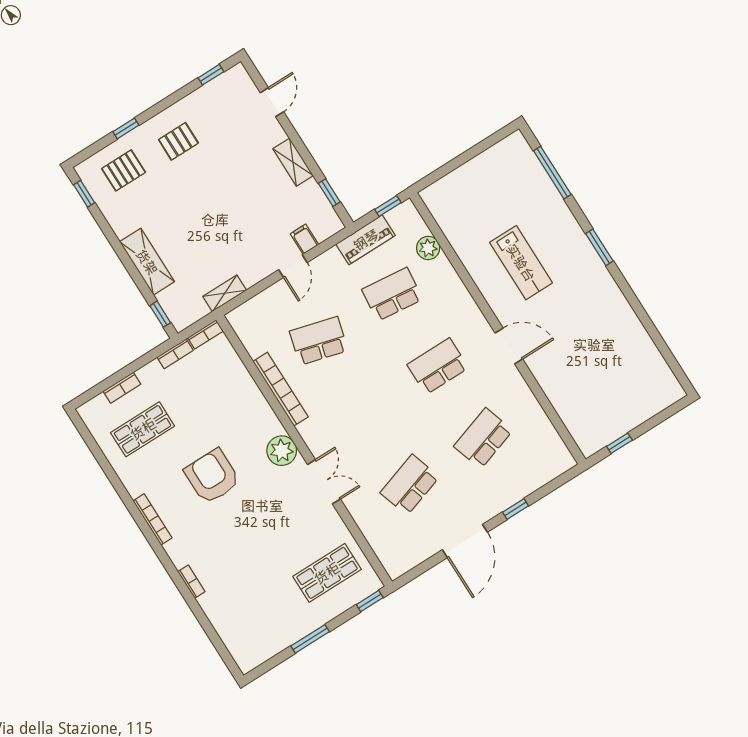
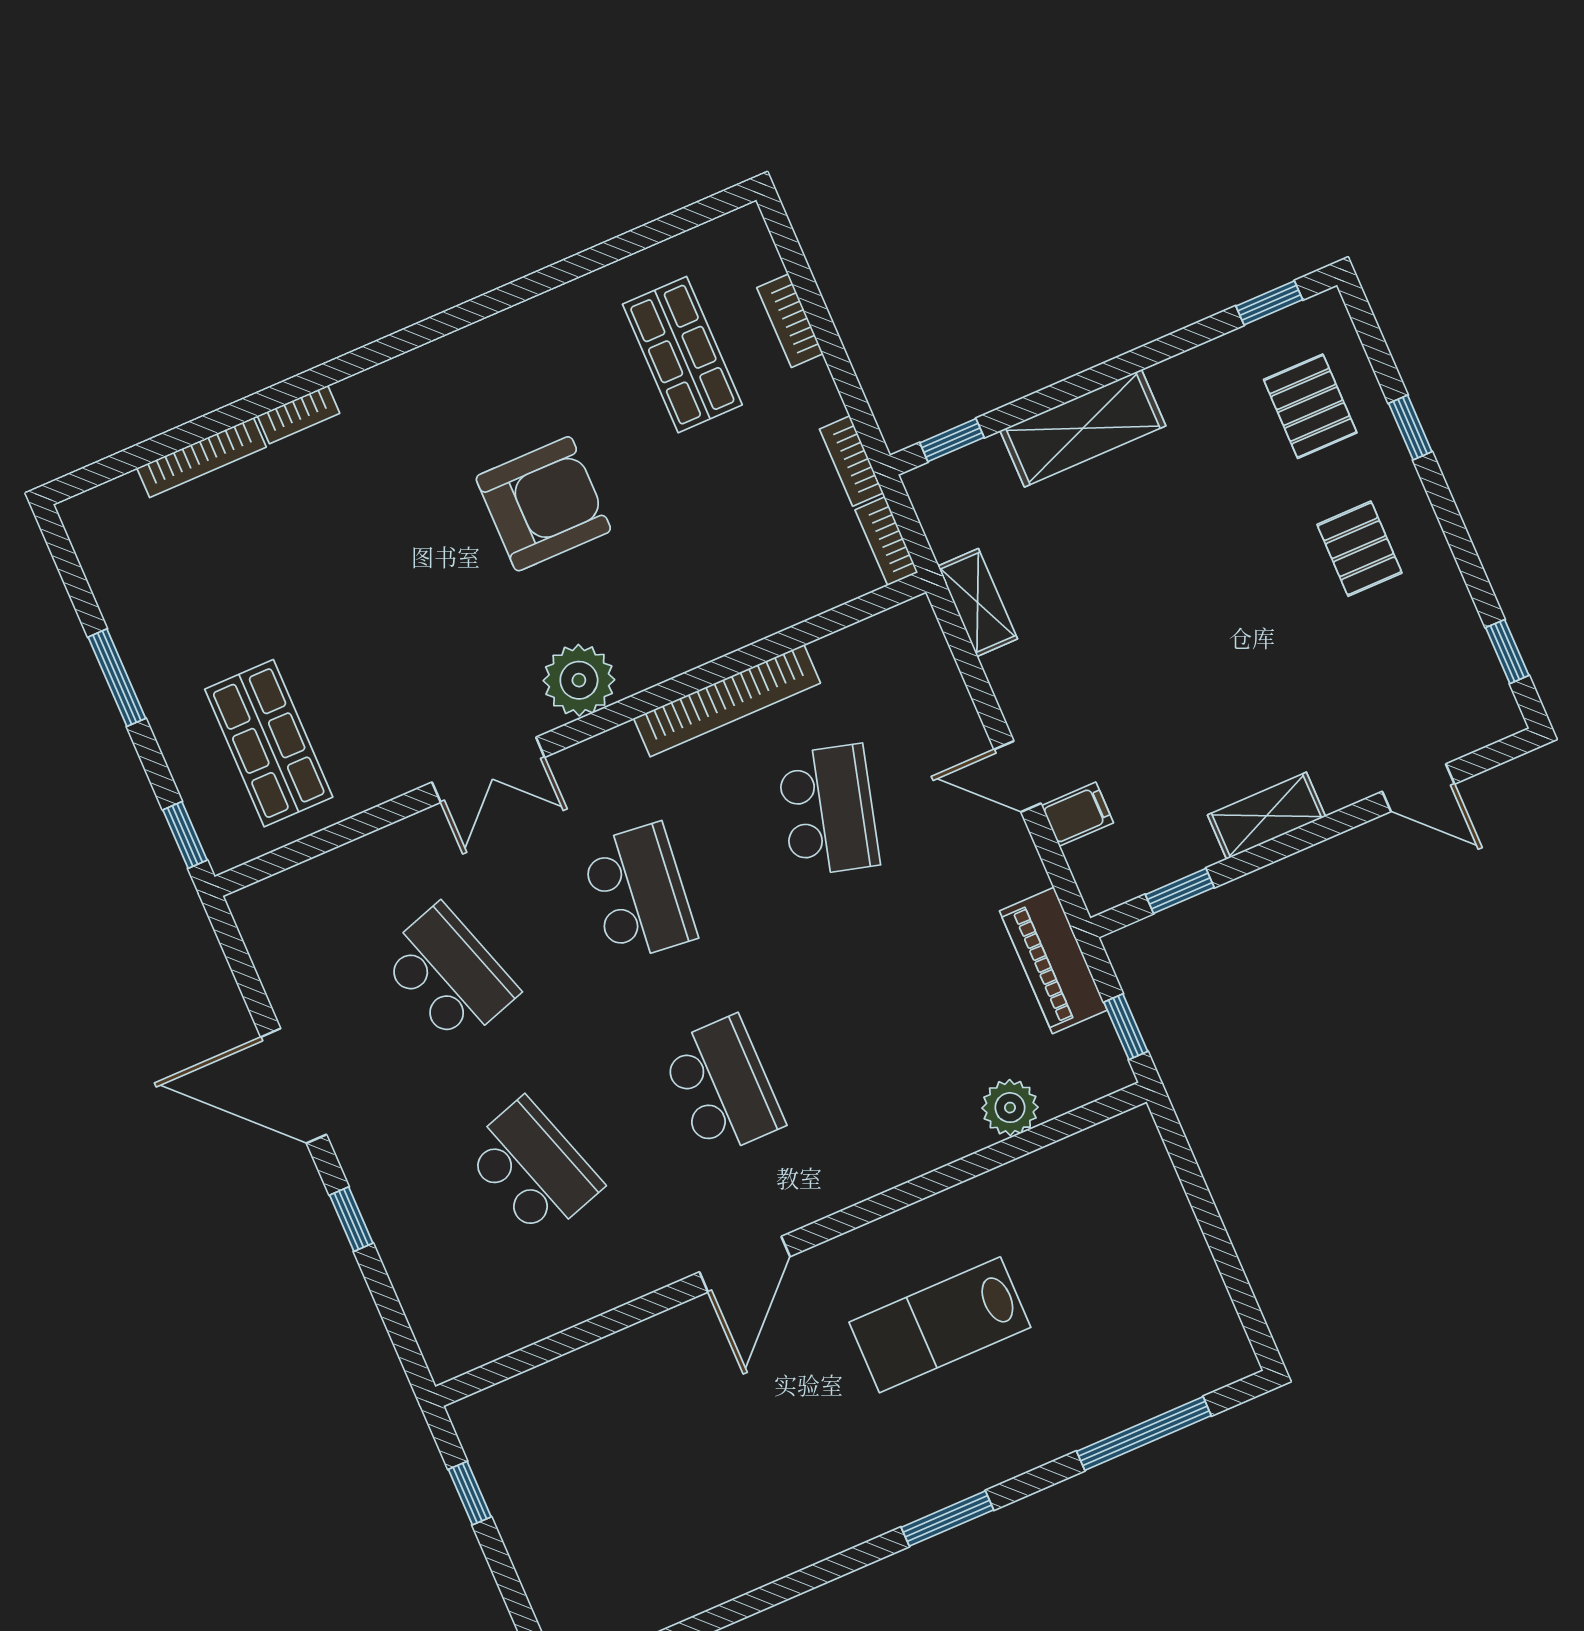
school desk: (392, 294) -> (639, 892), moved
bookcase: (152, 519) -> (201, 457), moved

